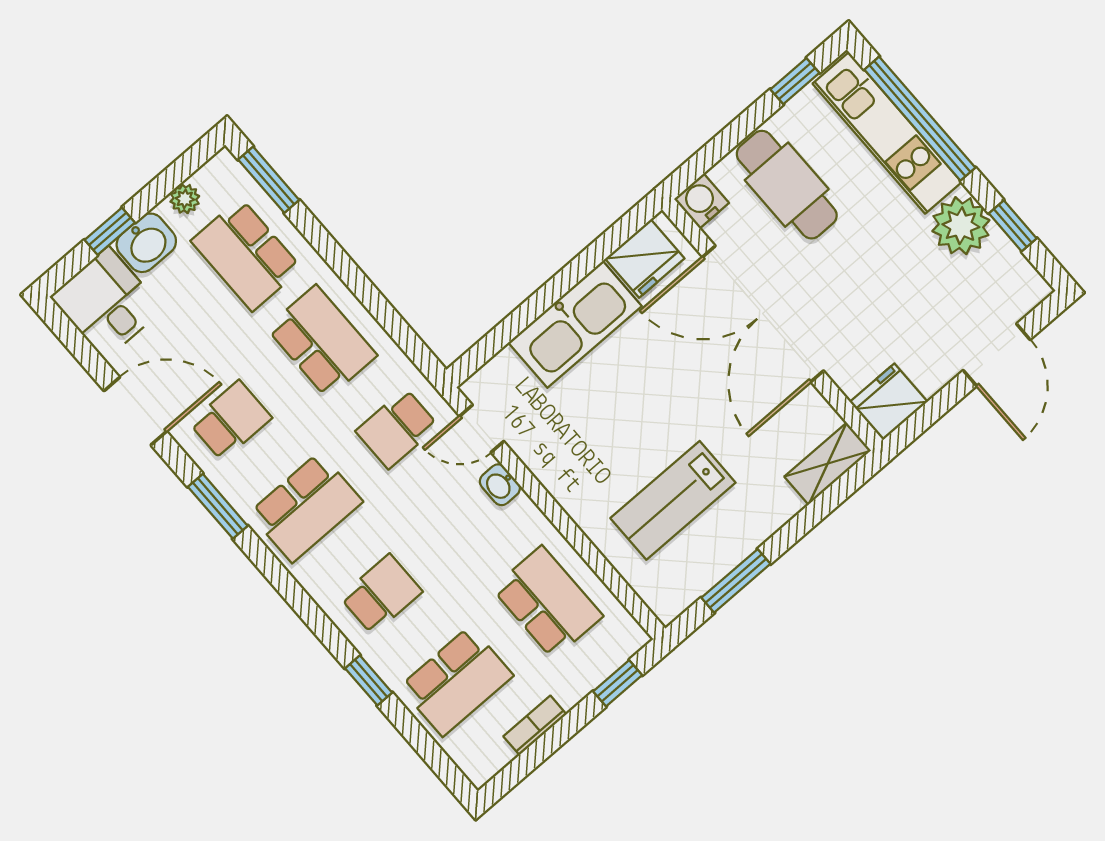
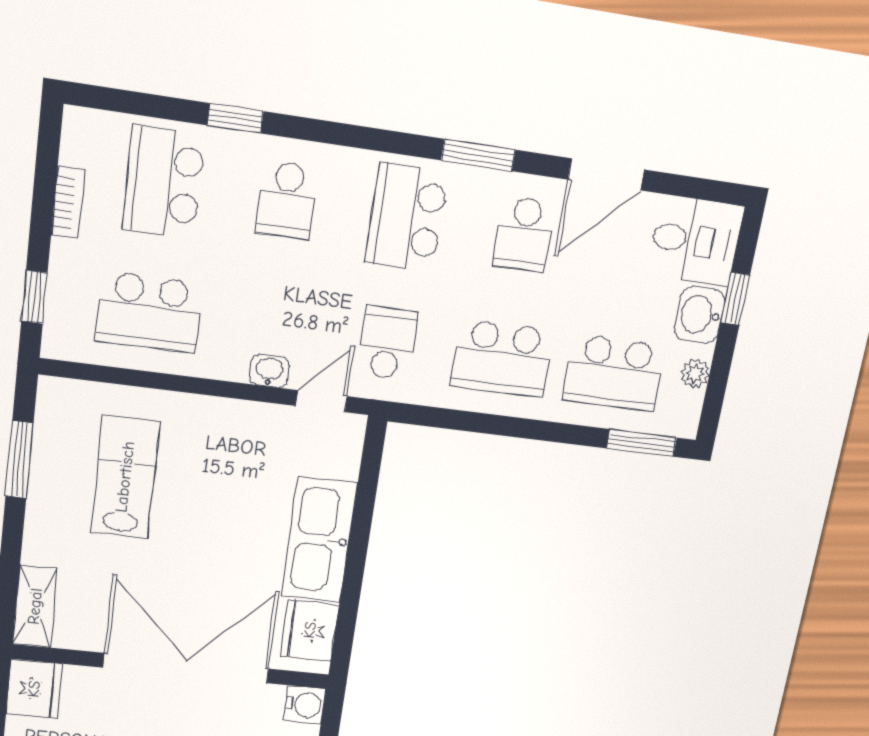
school desk: (246, 255) -> (614, 373), turned 180

